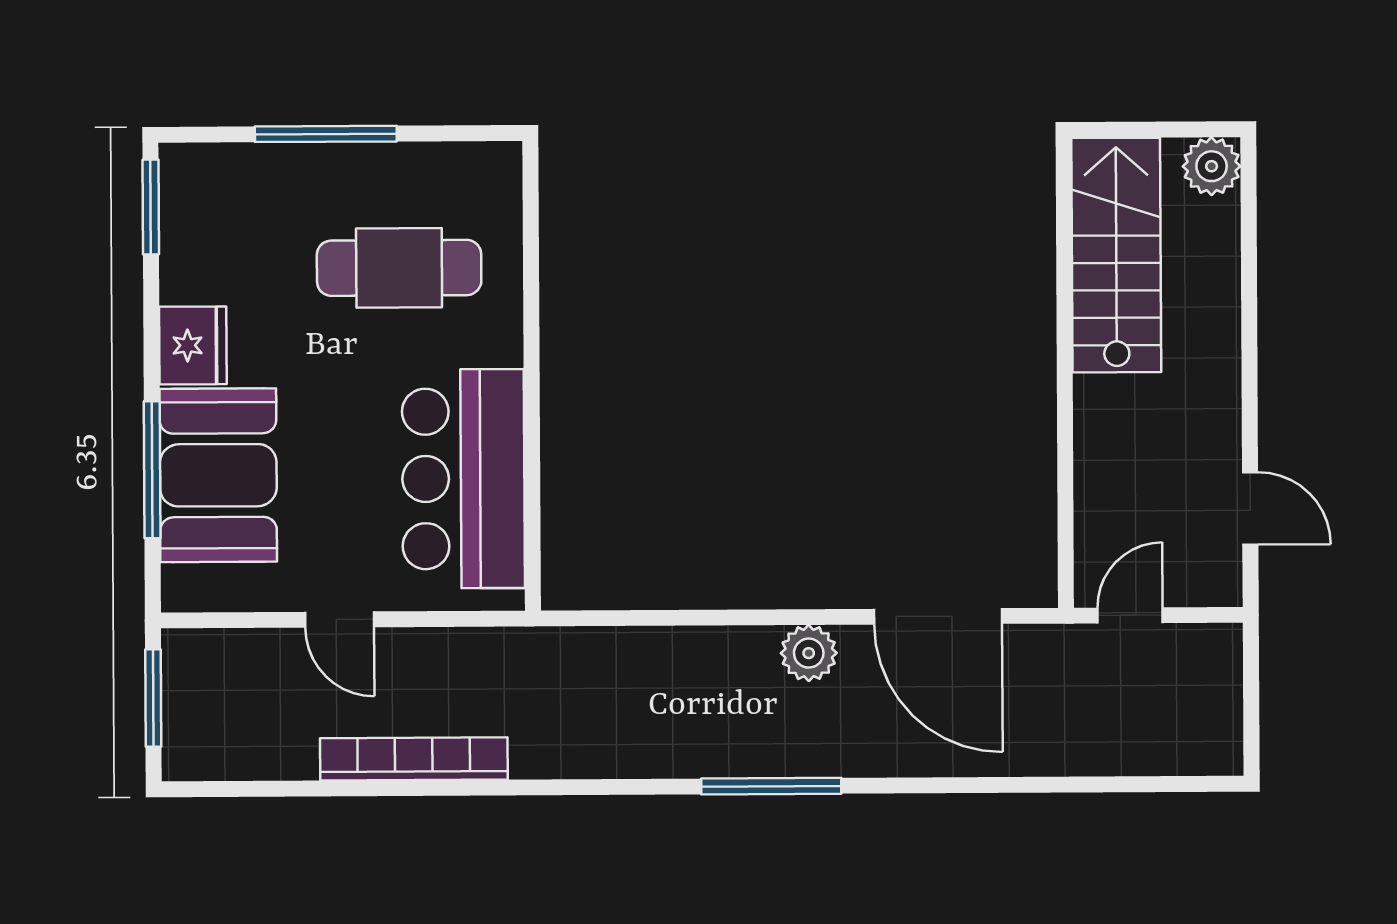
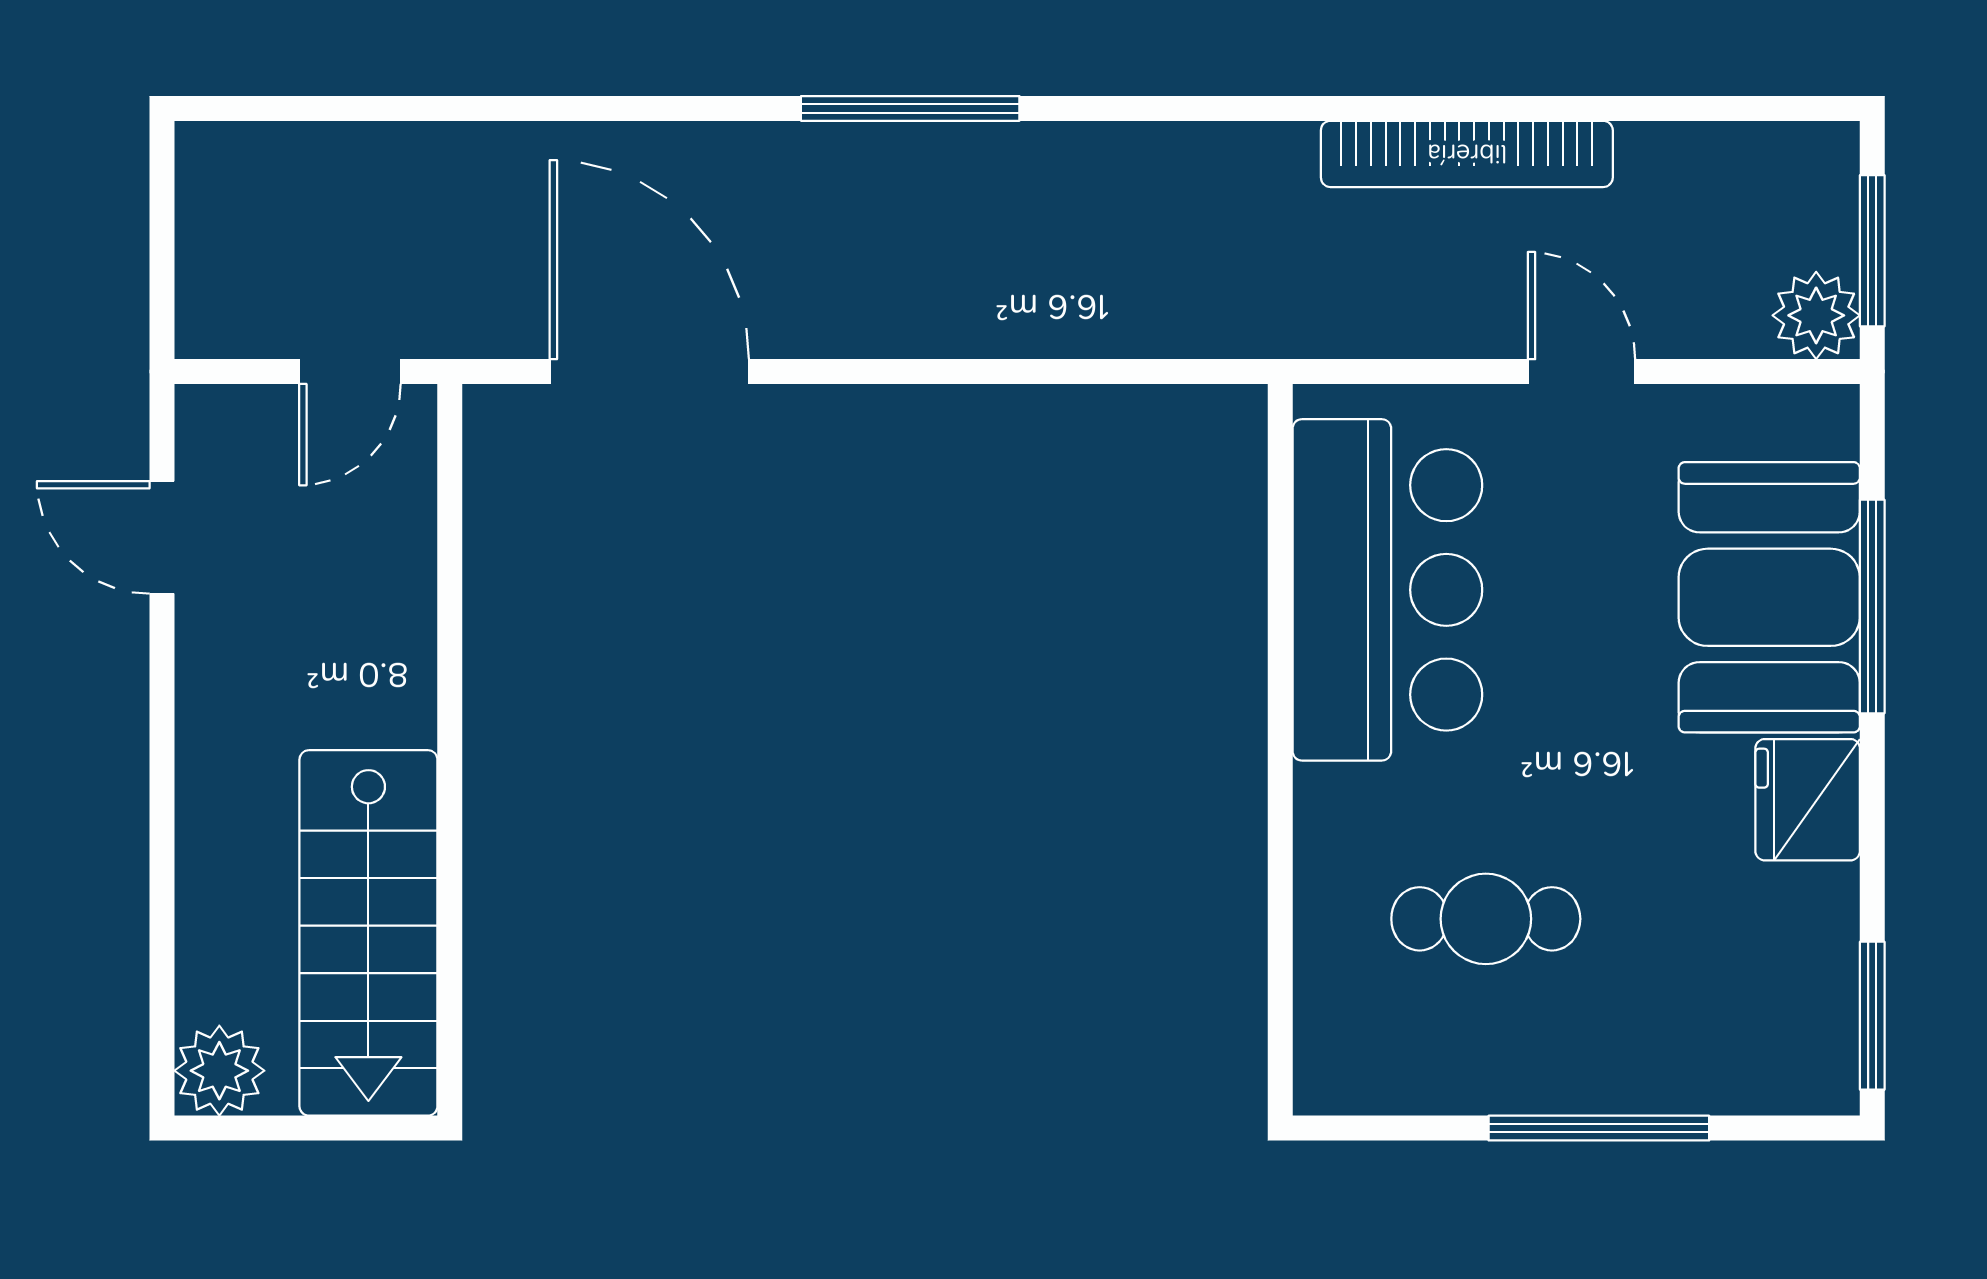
cafe table: (399, 268) -> (1486, 919), width x0.73, depth x0.74
plant: (809, 653) -> (1816, 315), moved

